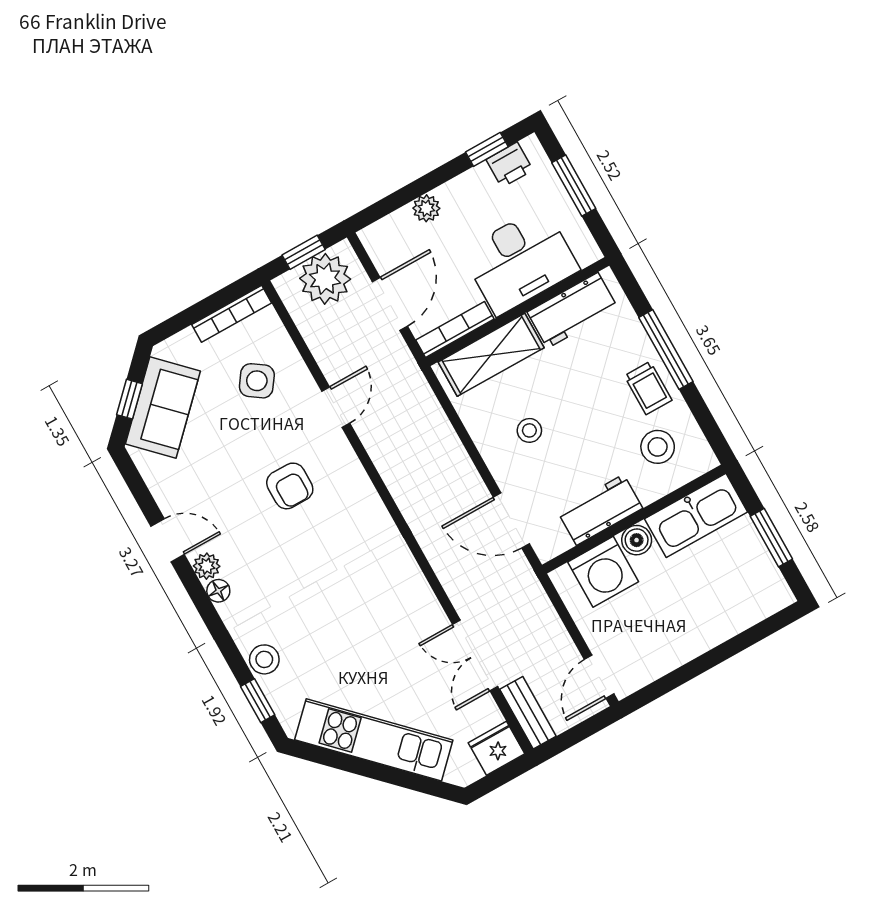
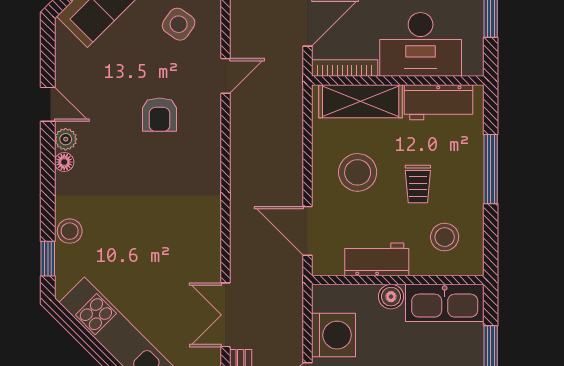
trolley: (648, 388) -> (418, 184), moved
stool: (529, 430) -> (358, 172), width x1.89, depth x1.89
washing machine: (603, 572) -> (334, 335), moved, turned -90

